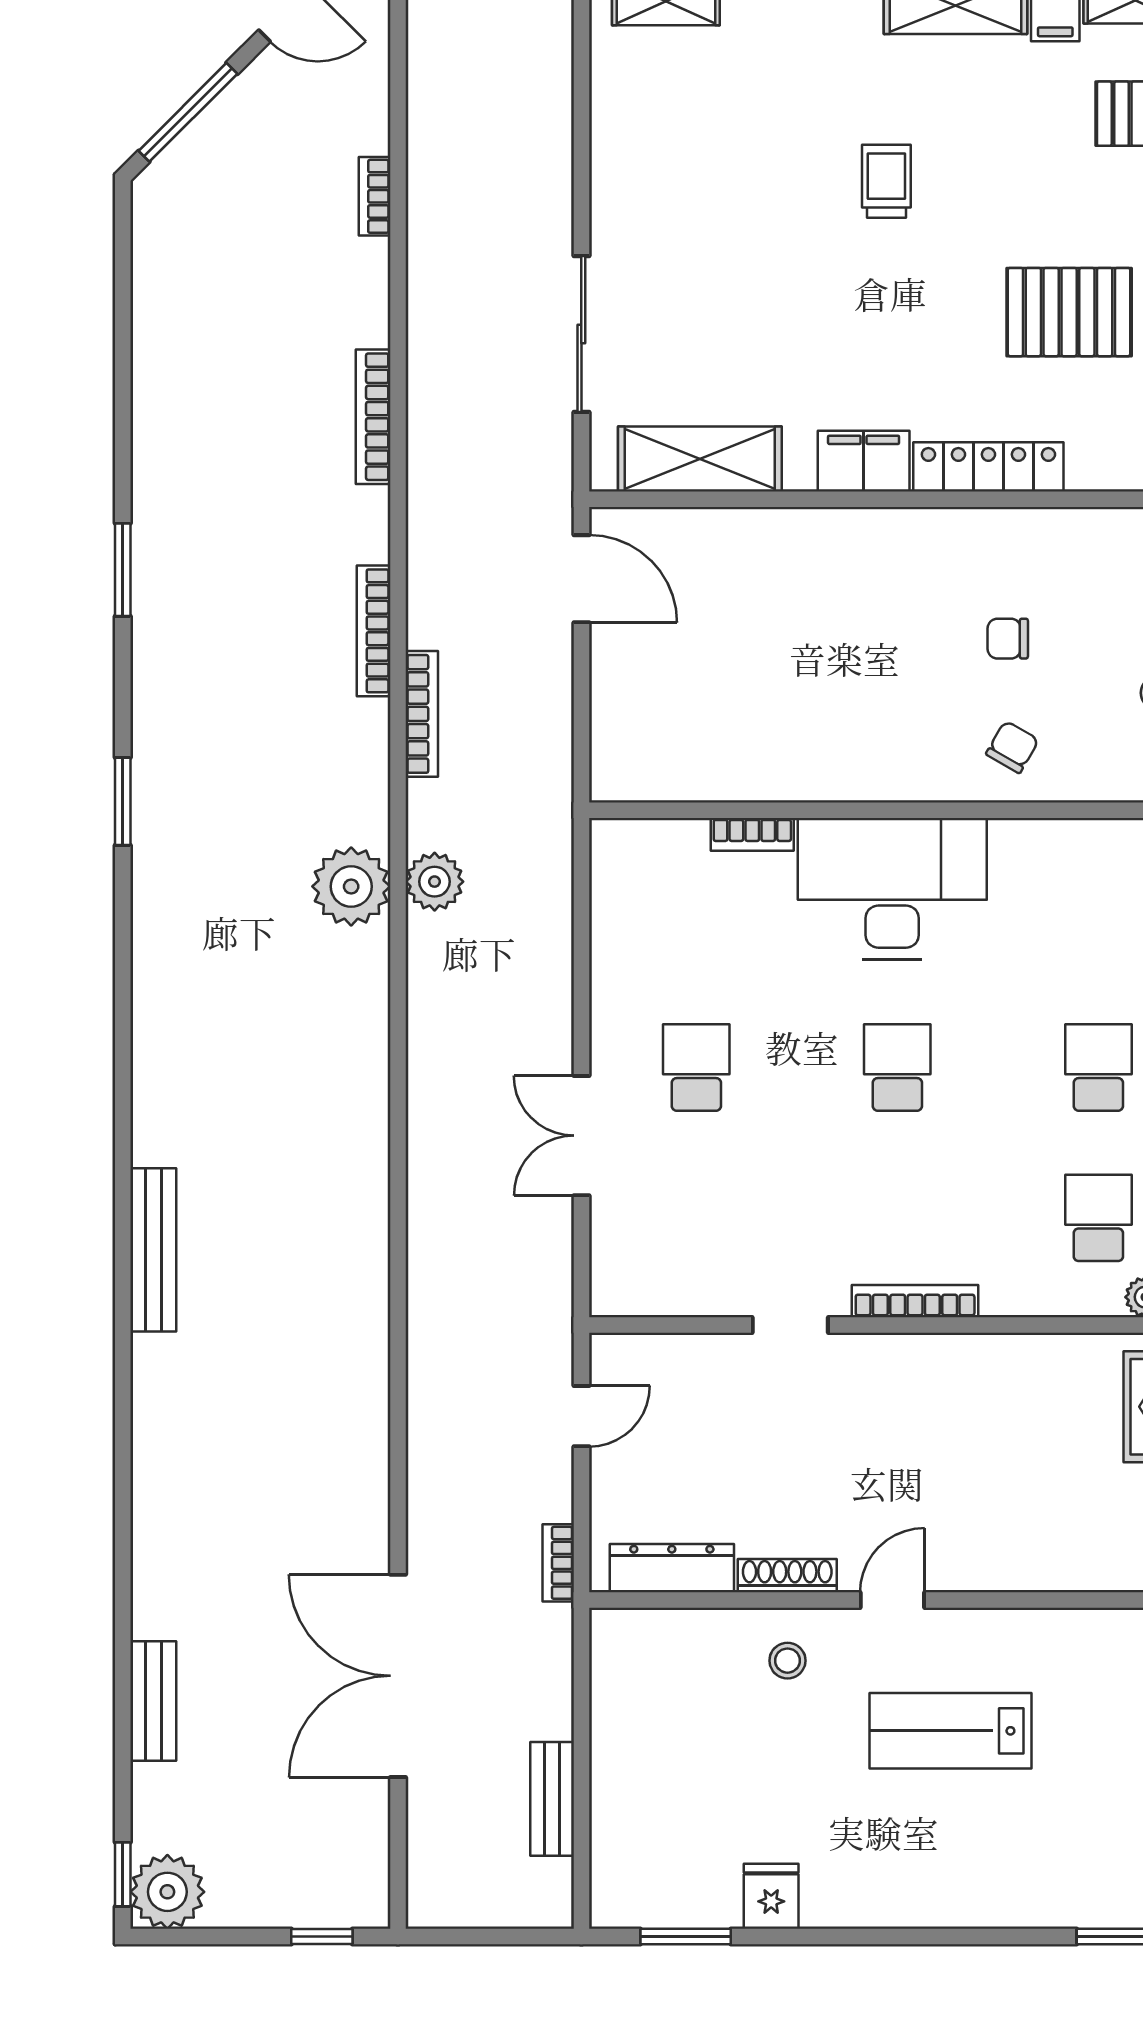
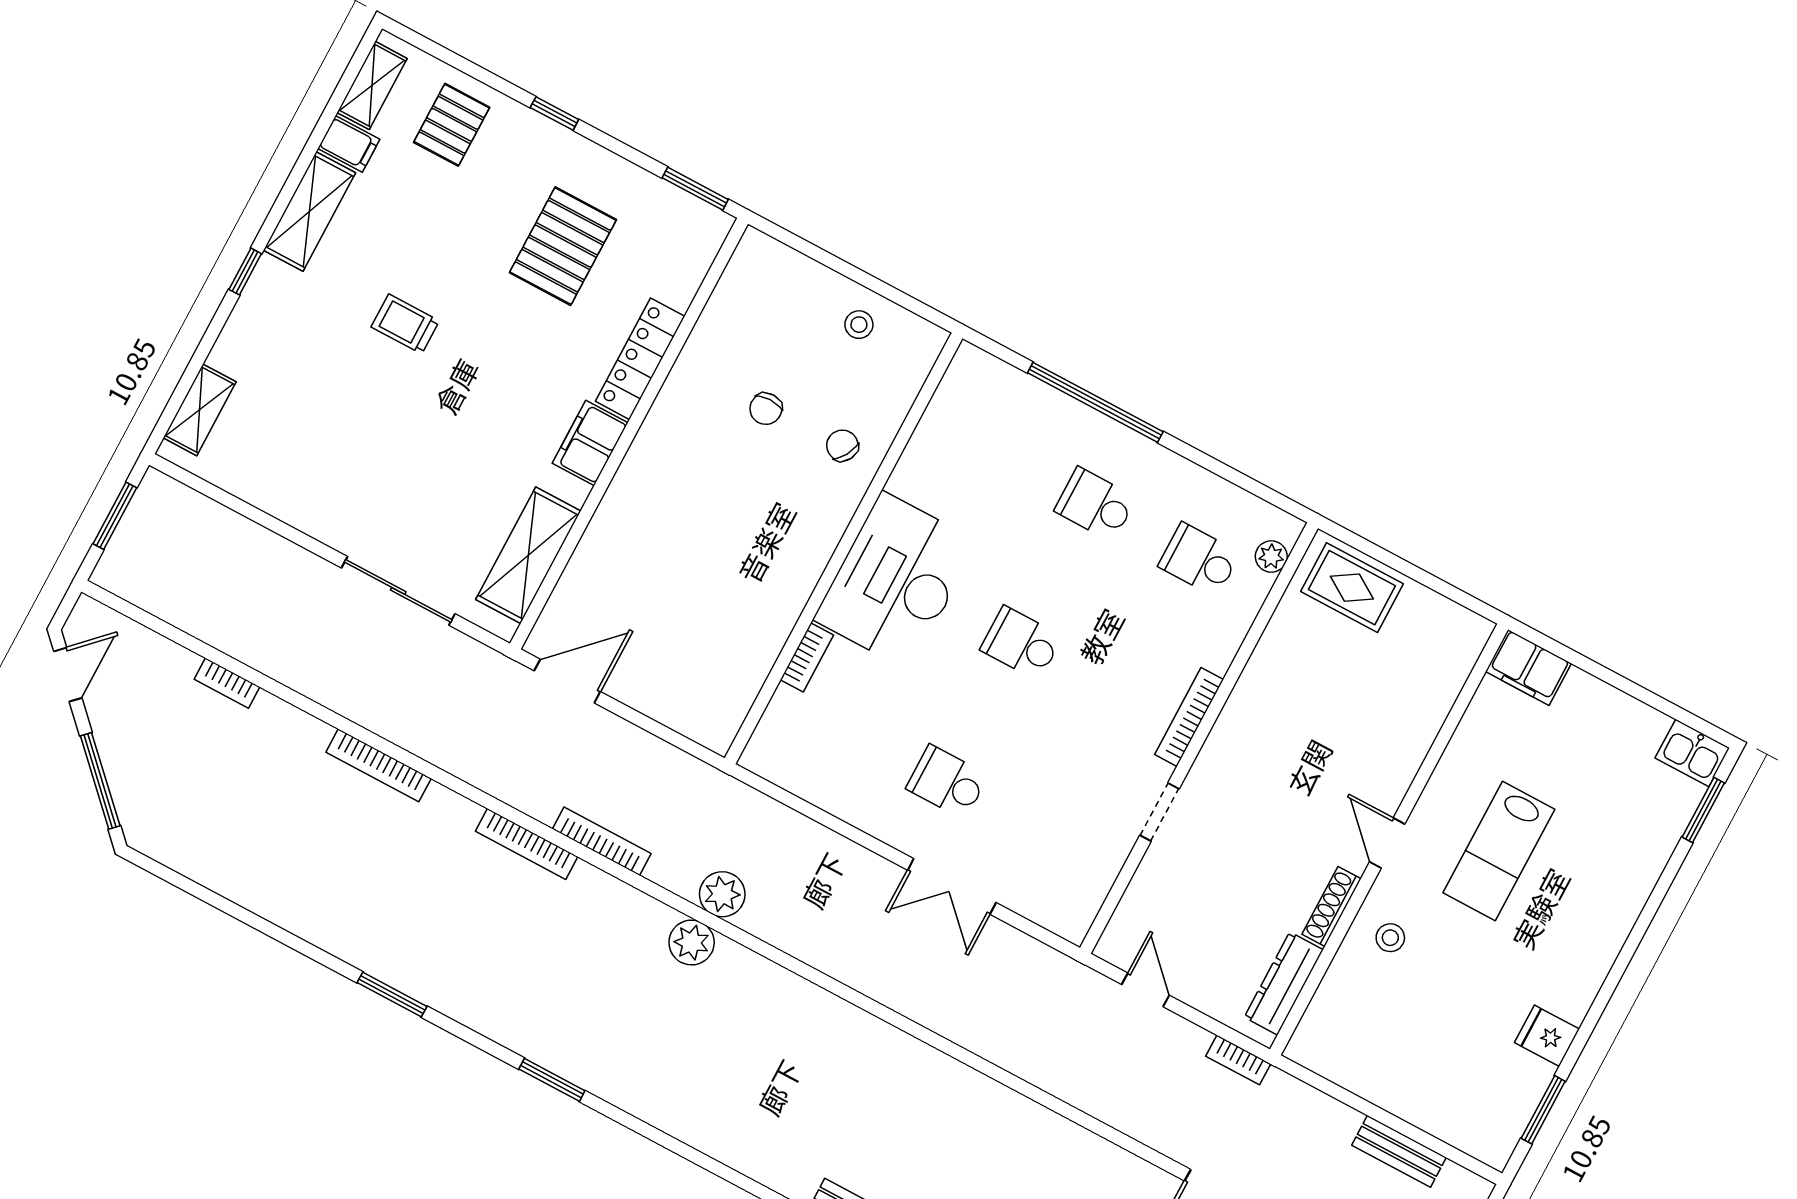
plant: (351, 886) -> (692, 942), width x0.73, depth x0.73

